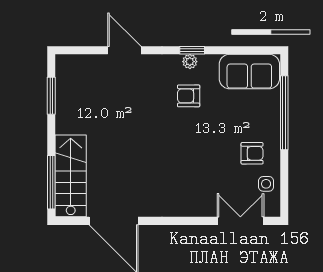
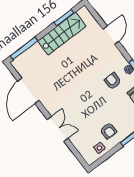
stairs: (71, 176) -> (62, 34), moved
double door: (240, 221) -> (58, 129), moved

